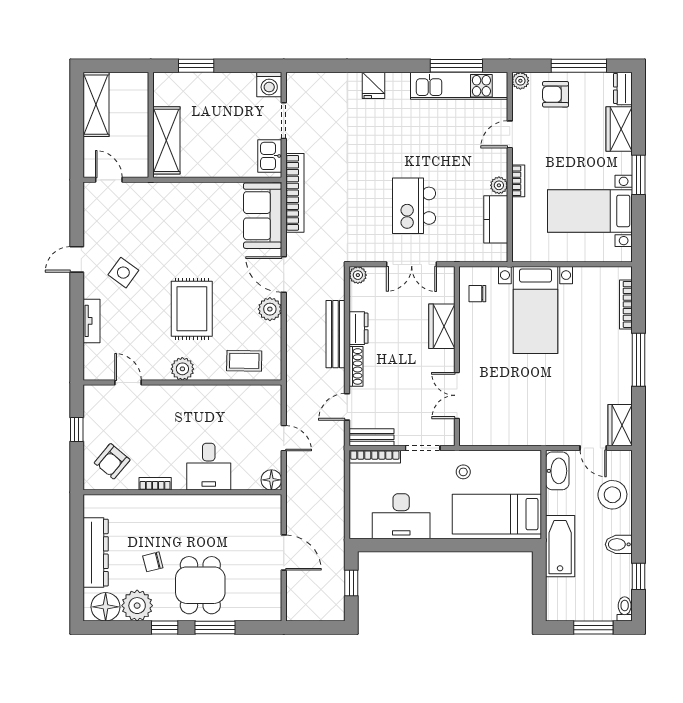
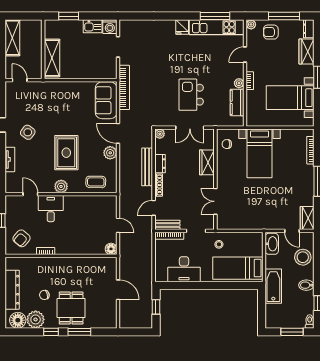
fridge: (373, 85) -> (182, 27), moved
kitchen sink: (270, 156) -> (93, 26), moved, turned -90
desk: (209, 467) -> (51, 209), moved, turned 180

